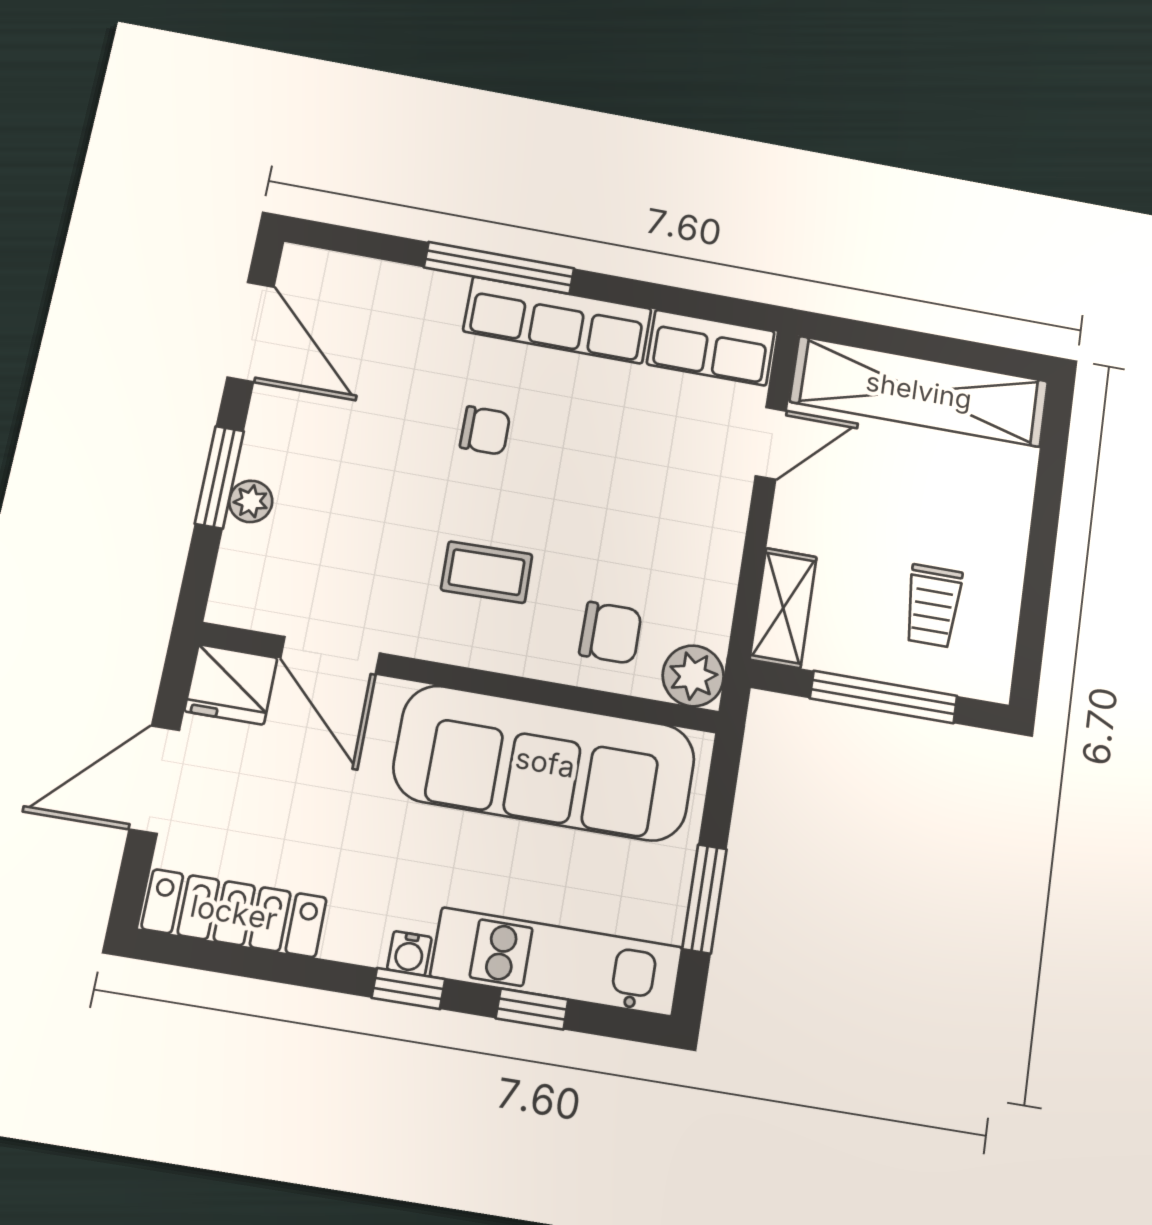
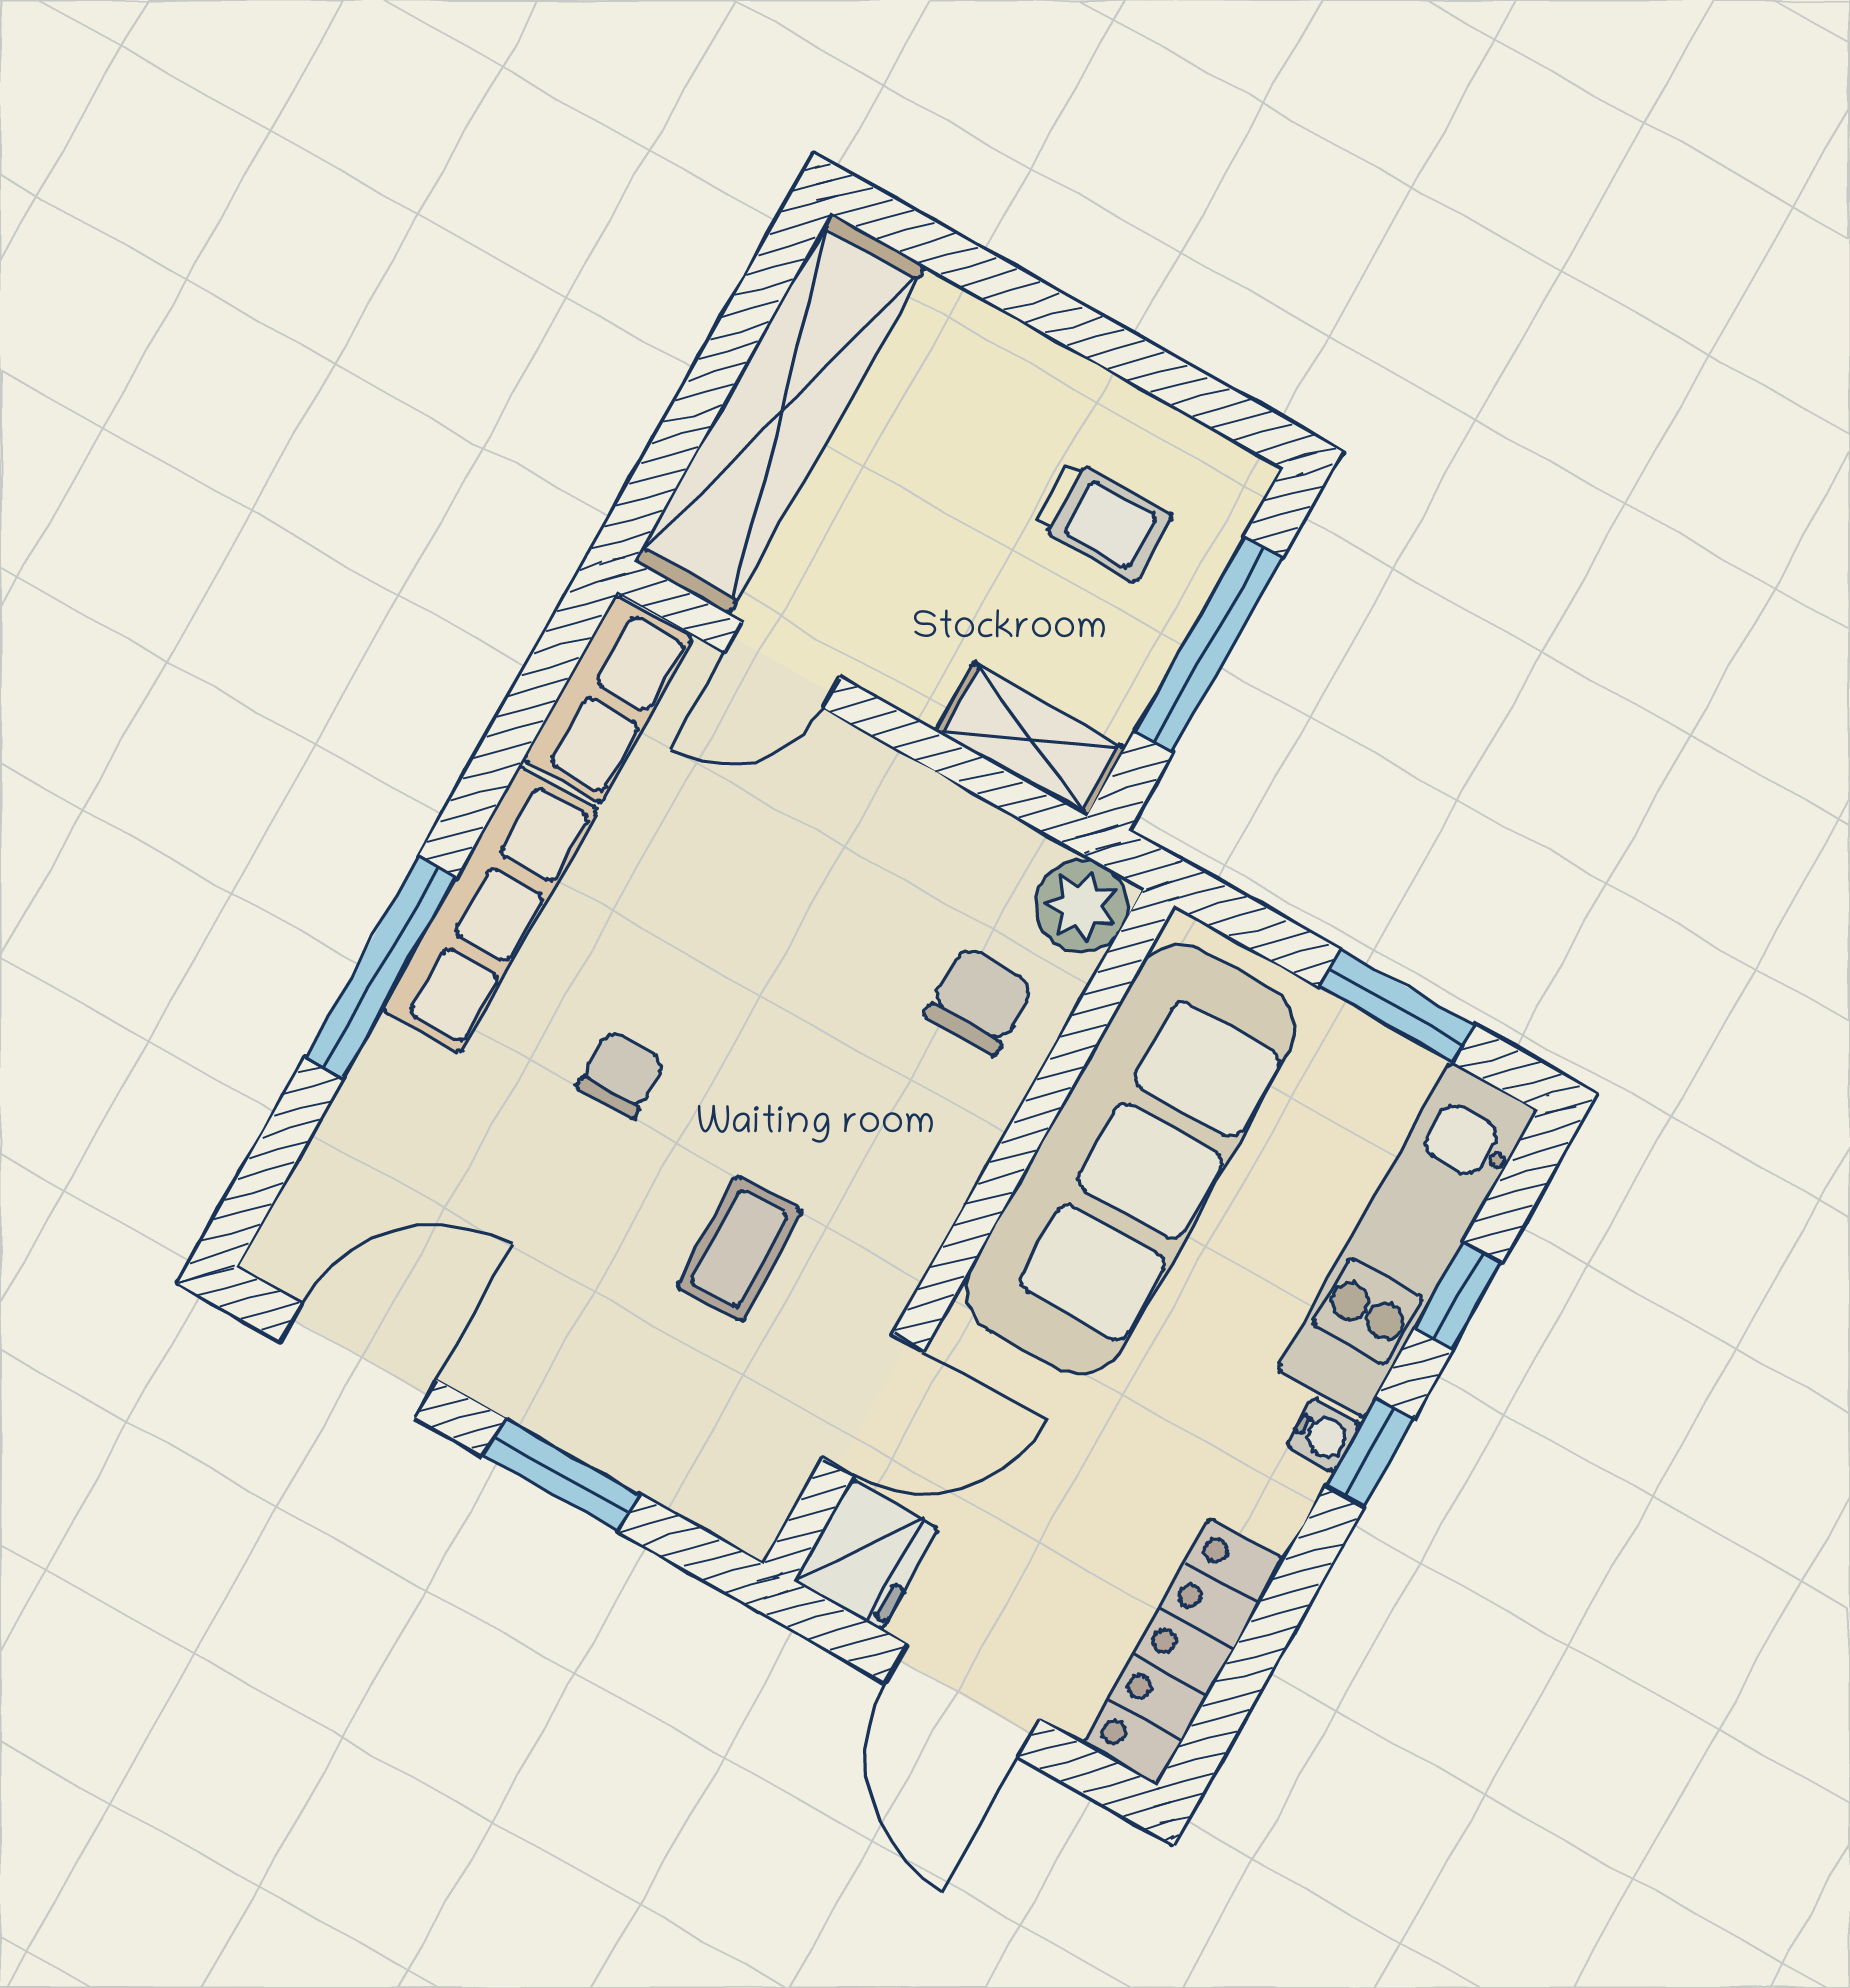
door: (771, 443) -> (782, 665), swing flipped
plant: (251, 501) -> (612, 1442), removed
coffee table: (487, 572) -> (739, 1249), moved

